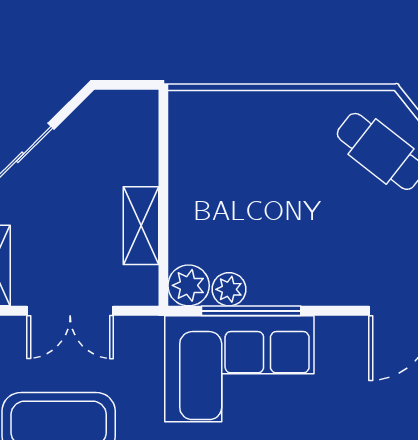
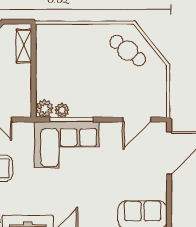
shelving: (141, 226) -> (24, 46), moved

